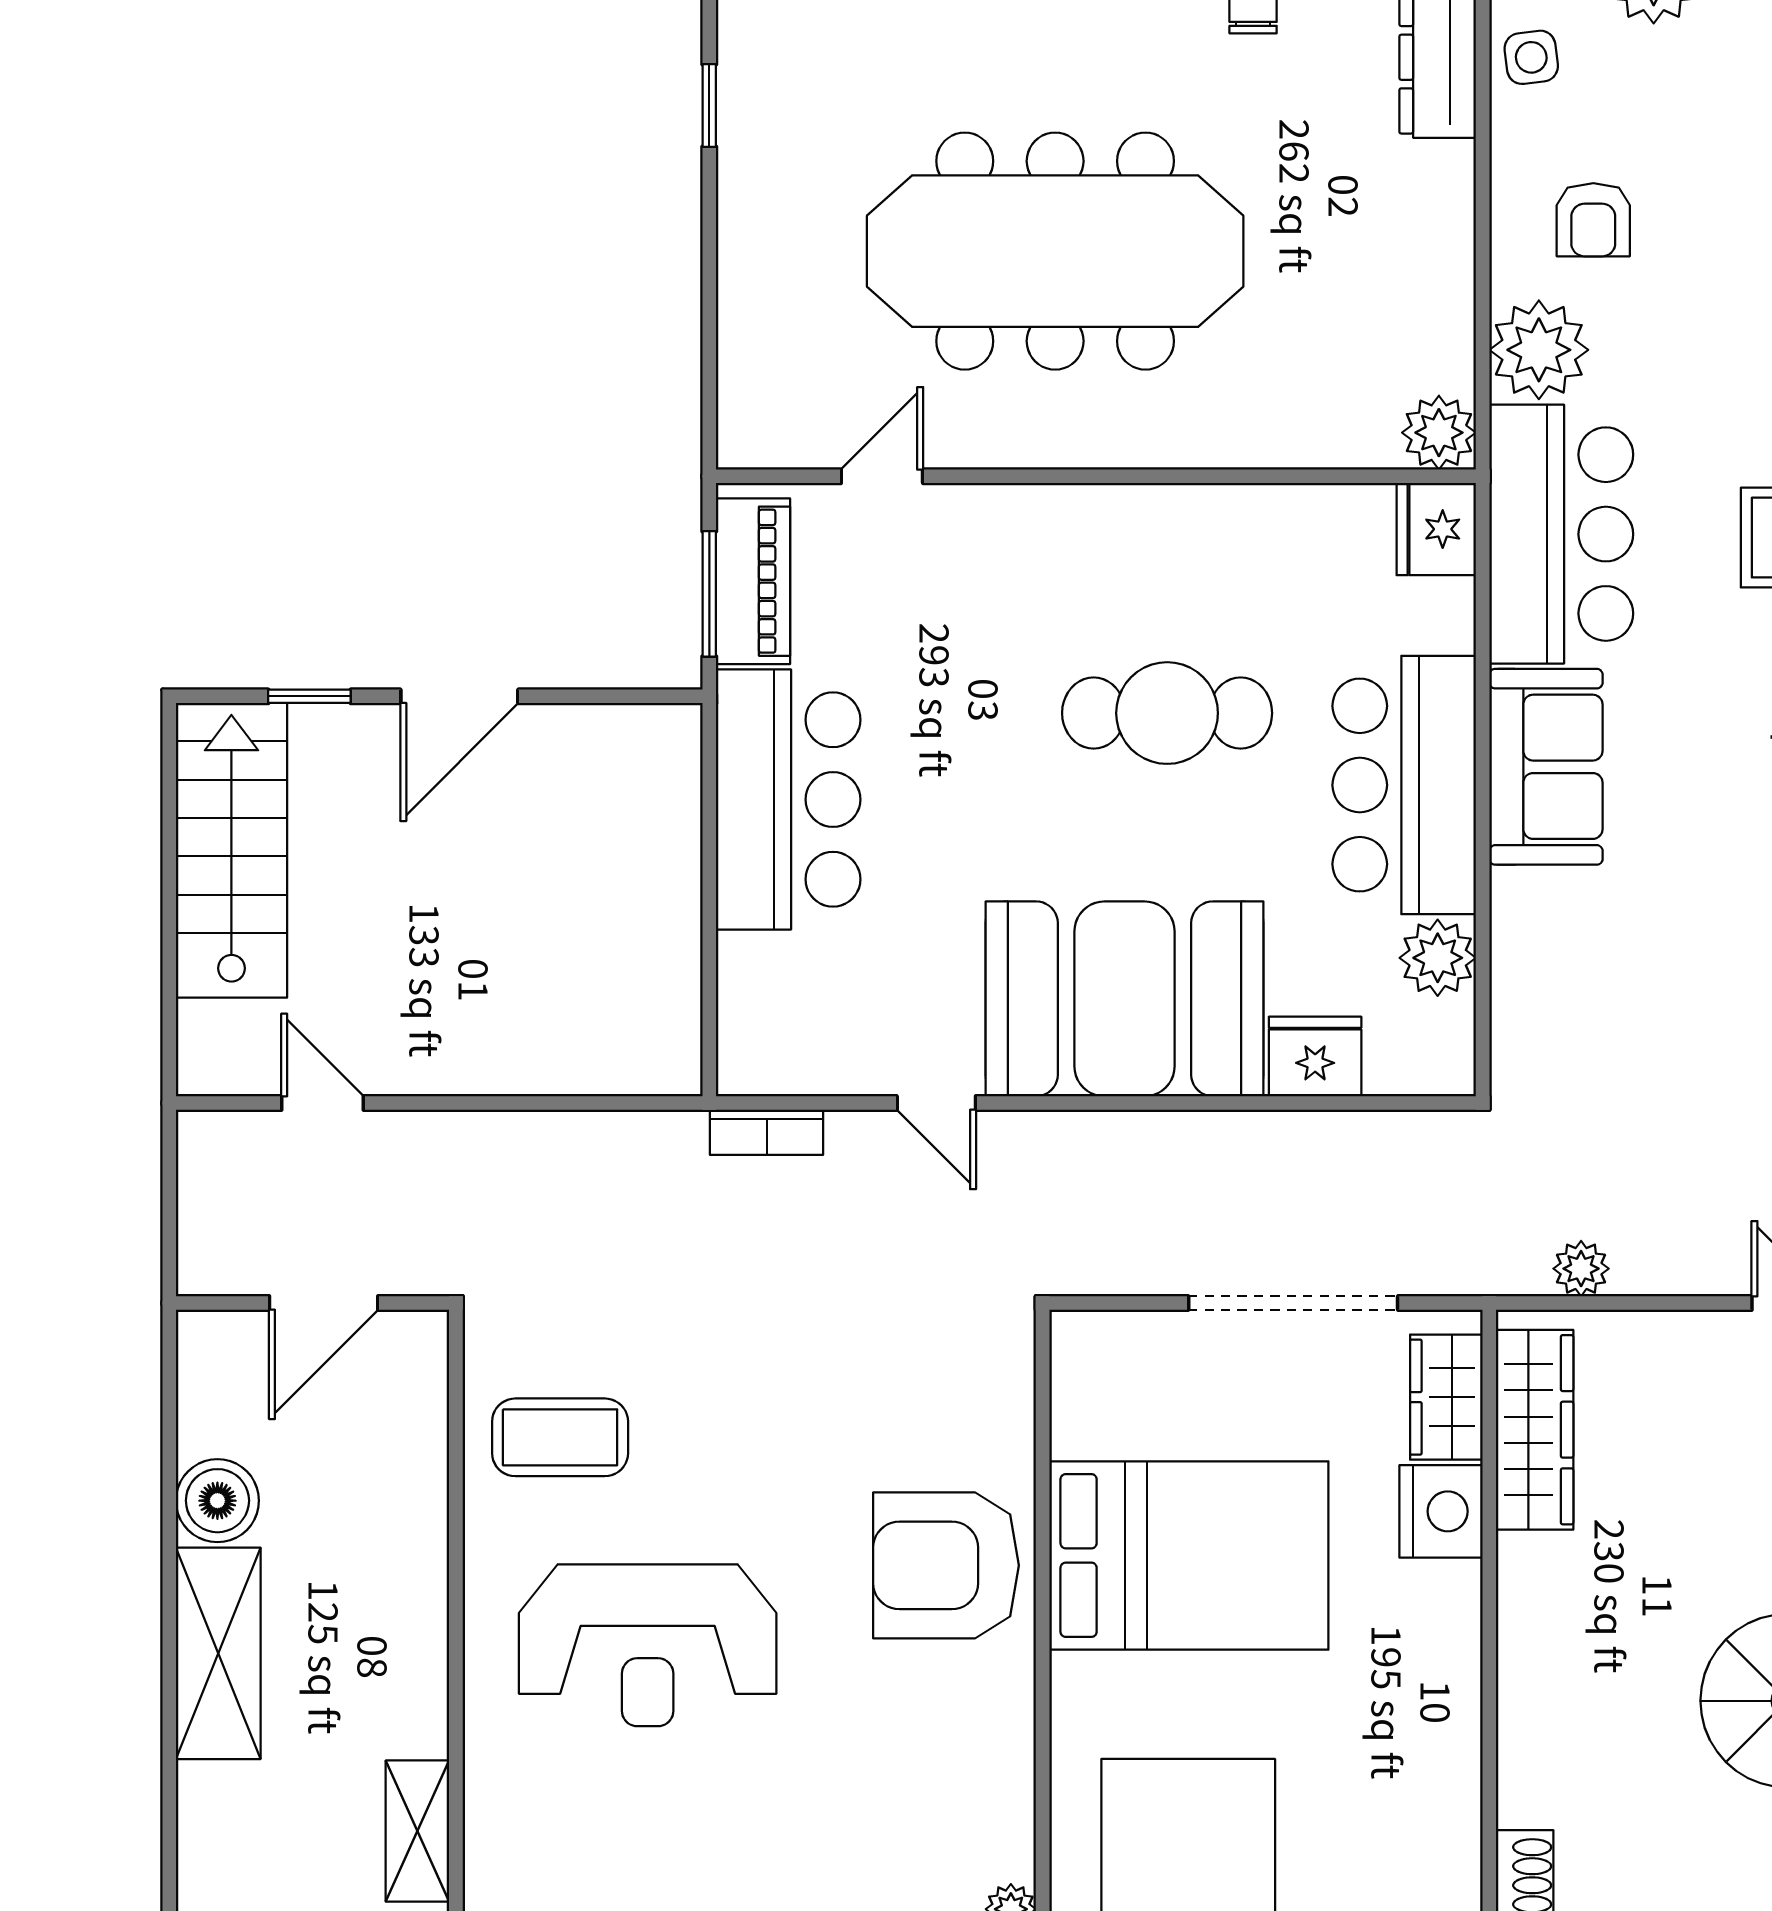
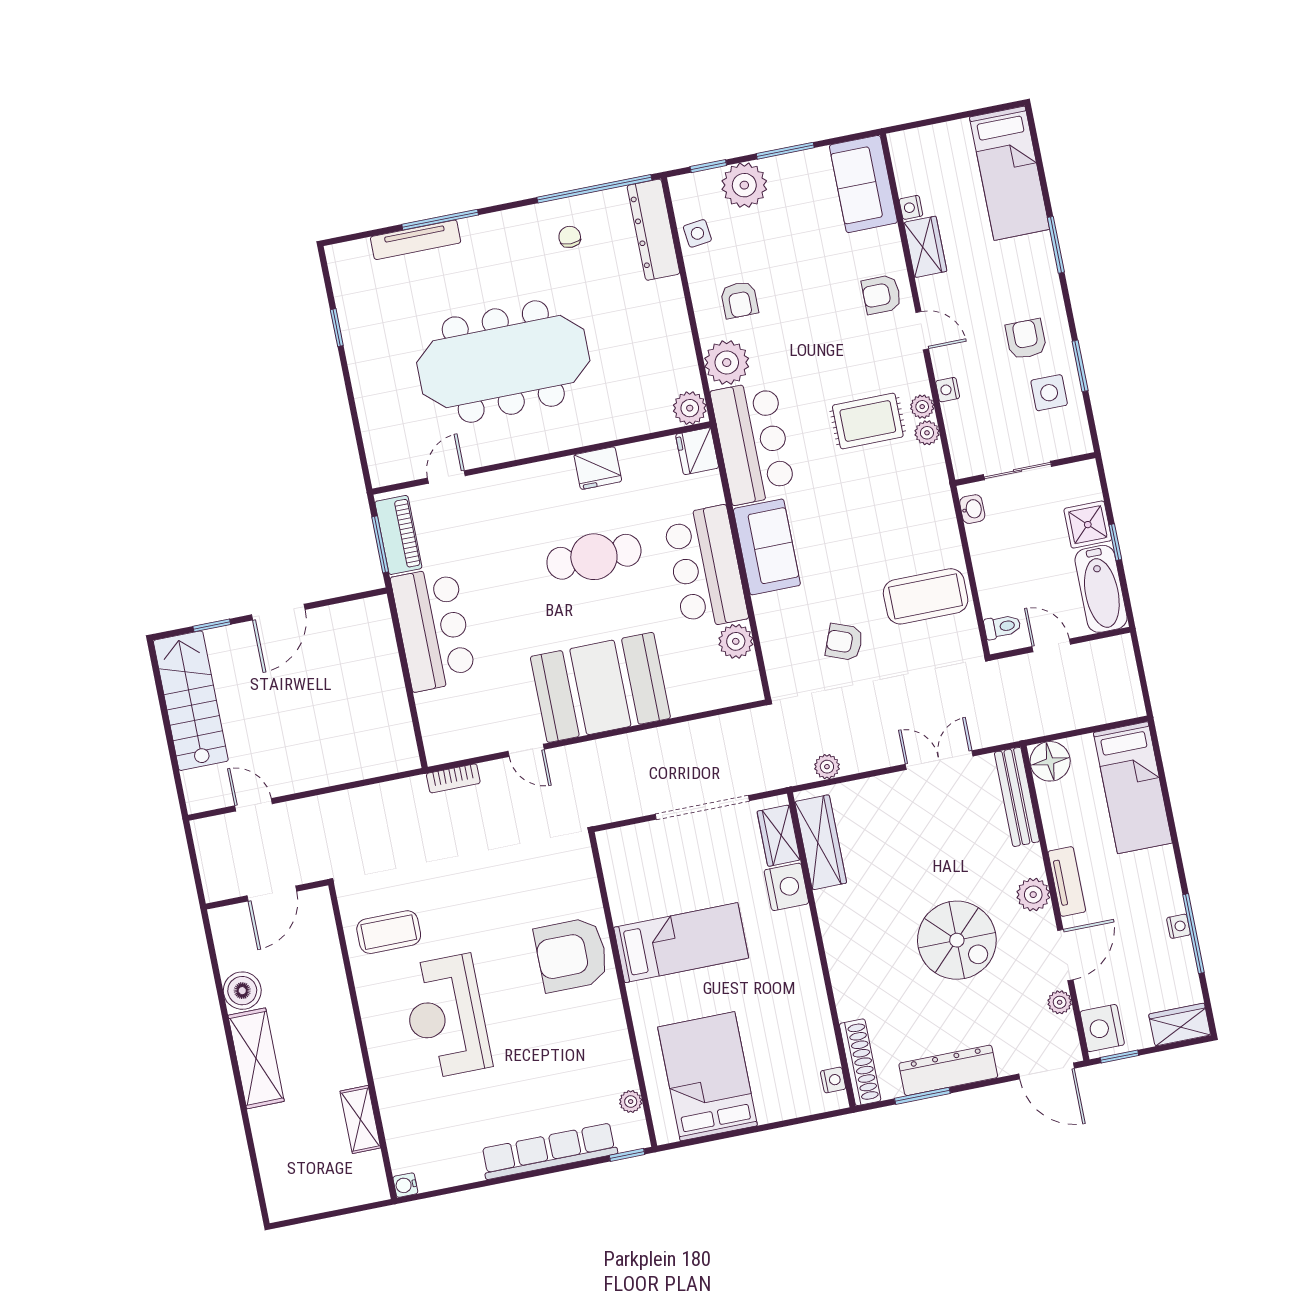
armchair: (1672, 1006) -> (844, 642), added
fridge: (1315, 1057) -> (598, 468), moved, turned 180
bed: (1189, 1556) -> (681, 943), width x0.67
reception desk: (648, 1645) -> (446, 1017), turned 90

